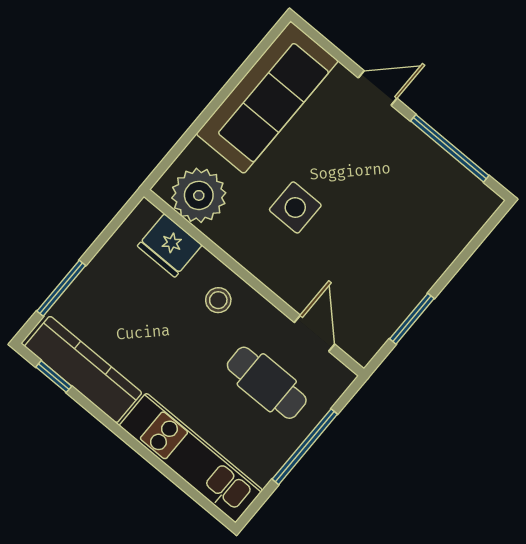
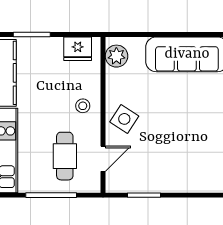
plant: (199, 195) -> (116, 56), width x0.73, depth x0.73
side table: (295, 207) -> (124, 119), moved, turned 33
fridge: (170, 246) -> (78, 49), moved, turned -90

